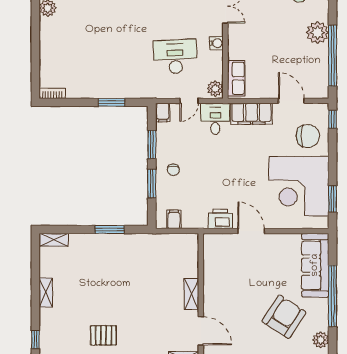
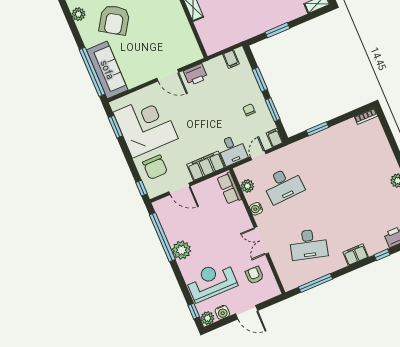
plant: (215, 89) -> (247, 186), moved
chair: (308, 136) -> (155, 167), turned -90
chair: (173, 170) -> (249, 110), moved
window: (333, 296) -> (92, 72), moved

